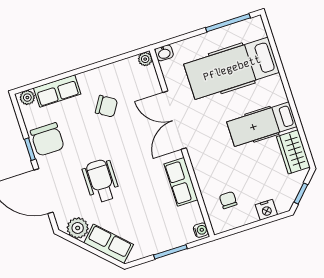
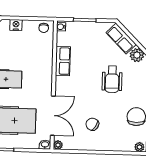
row of seats: (57, 91) -> (120, 144), removed
double door: (175, 120) -> (53, 116), moved
chair: (228, 200) -> (44, 28), moved

